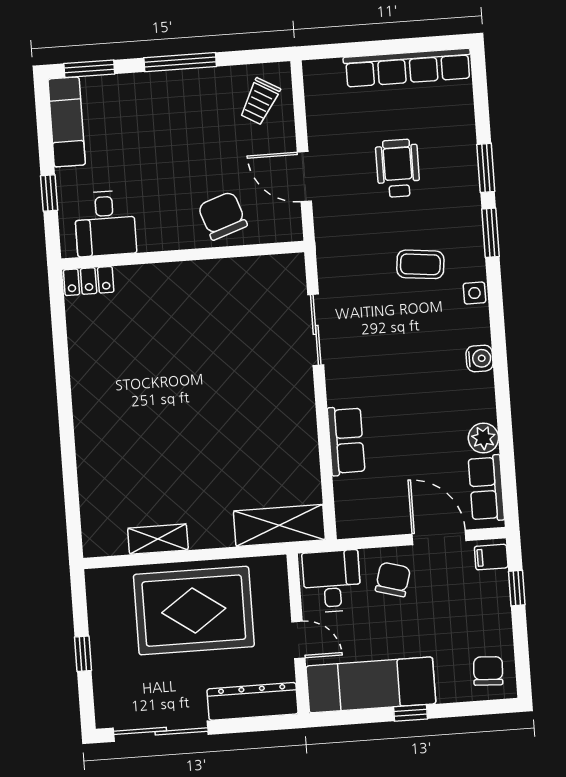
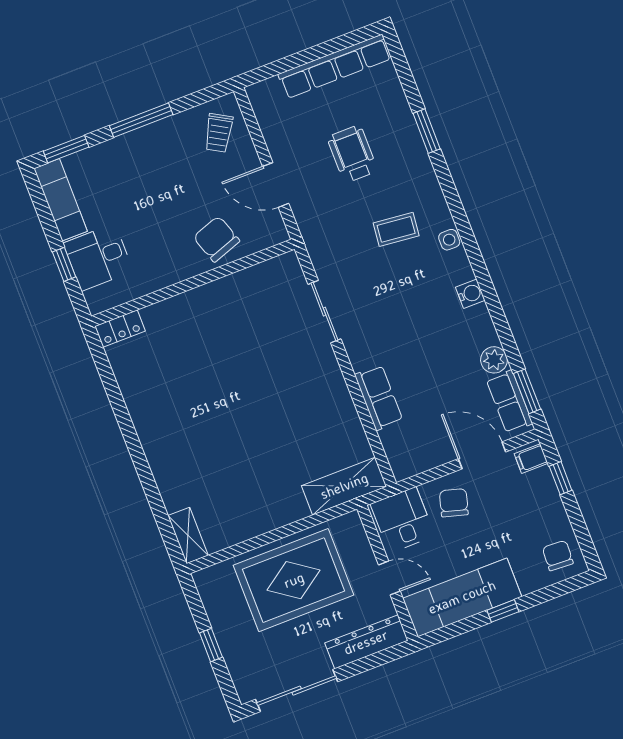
desk: (105, 223) -> (98, 257), moved, turned 90
window: (491, 233) -> (527, 391), moved
shelving: (158, 539) -> (188, 536), moved, turned 90

